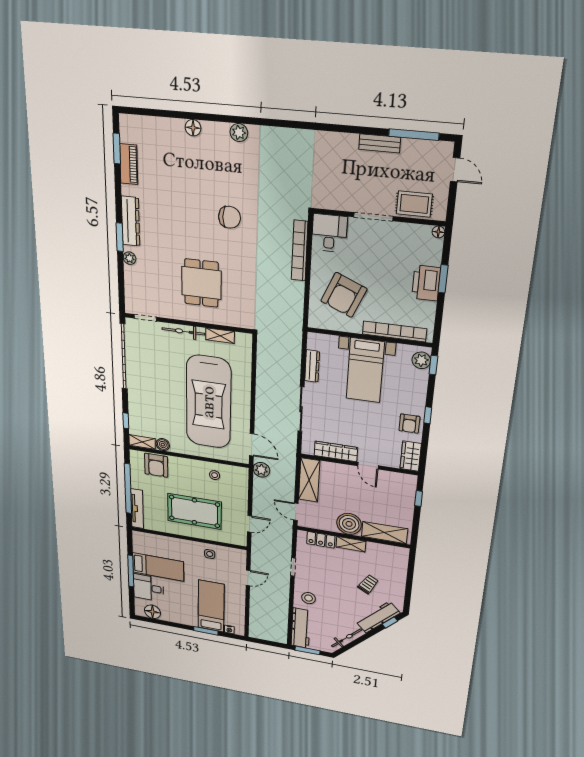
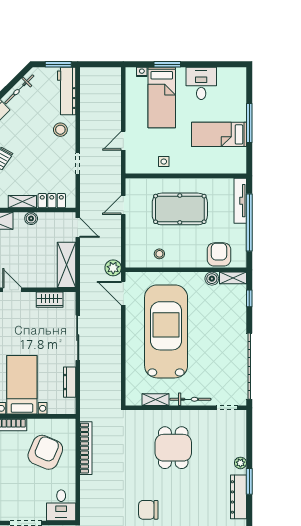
bookcase: (300, 251) -> (86, 448), moved
wardrobe: (336, 451) -> (50, 300), width x0.67
boiler: (349, 524) -> (31, 218), width x0.54, depth x0.54
desk: (148, 588) -> (201, 83), moved, turned -90
floor lamp: (152, 612) -> (226, 76), removed

